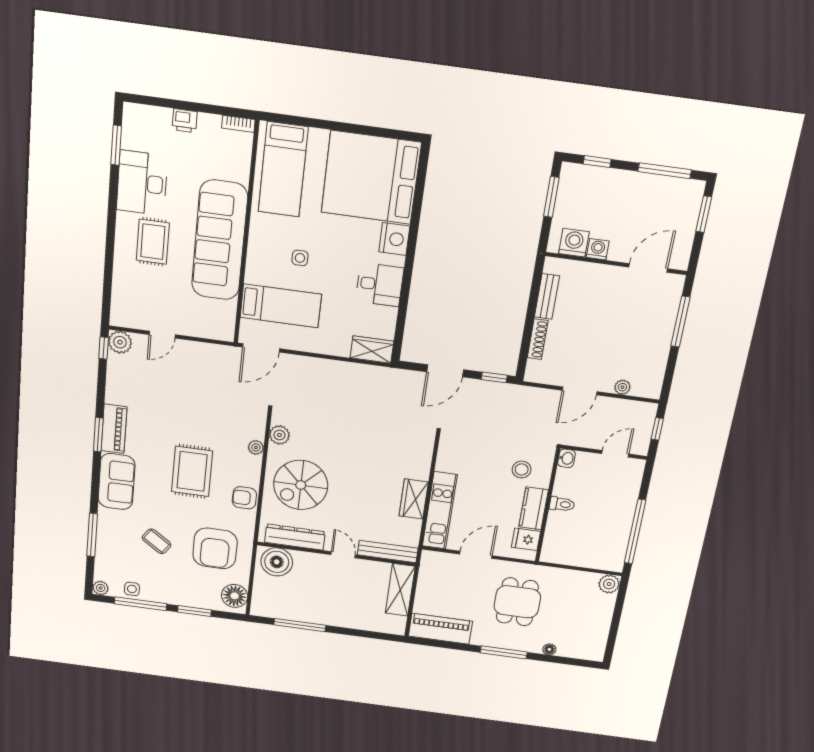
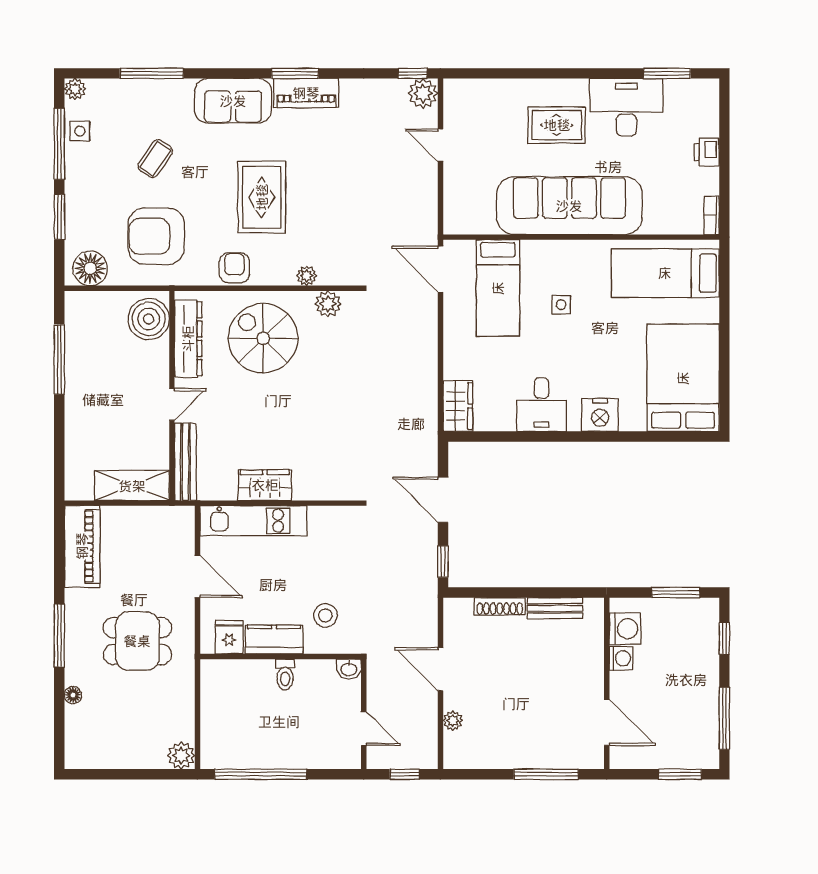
bed: (371, 178) -> (683, 378), width x0.73
rug: (192, 471) -> (262, 197), turned 90

